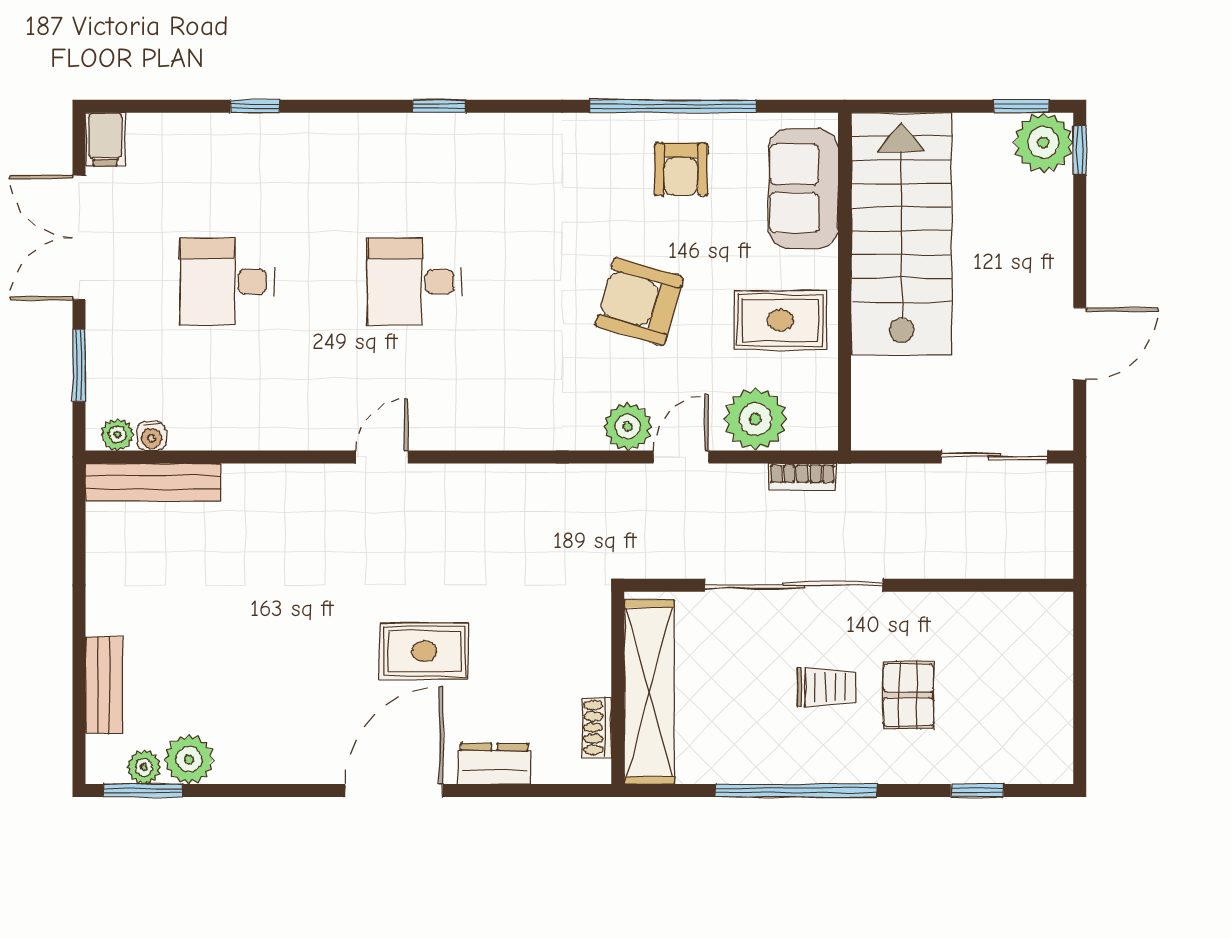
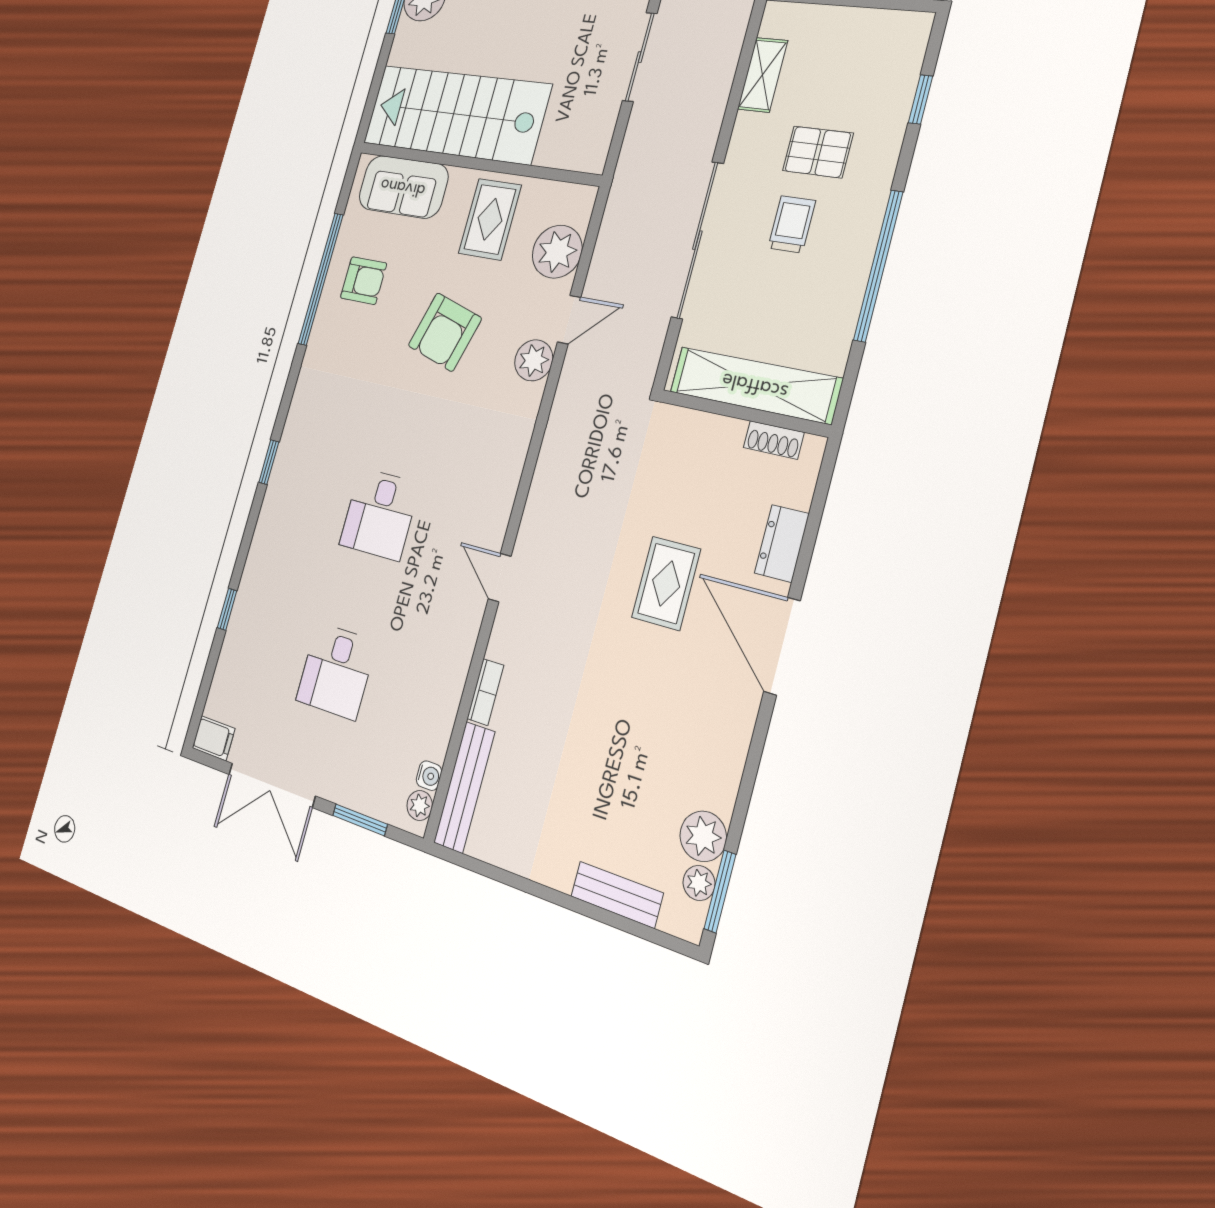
door: (681, 457) -> (569, 320), swing flipped
bookcase: (802, 477) -> (485, 692), moved
shelving: (987, 610) -> (763, 75), added

